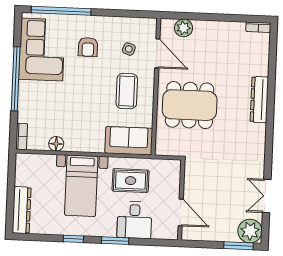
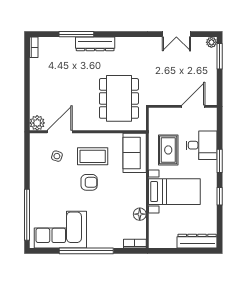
plant: (184, 28) -> (37, 123), moved
armchair: (88, 47) -> (89, 182), moved
window: (272, 78) -> (76, 34), added
dining table: (190, 105) -> (119, 98), moved
plant: (250, 231) -> (211, 42), width x0.53, depth x0.53

